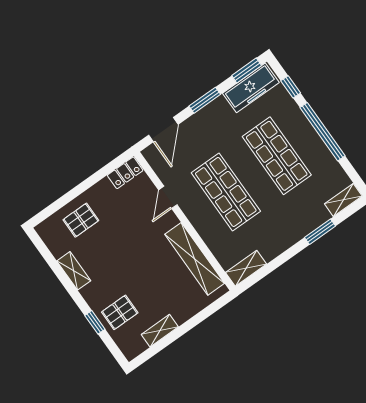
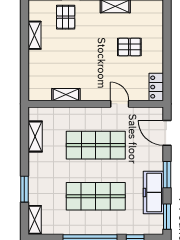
freezer: (251, 88) -> (153, 192), moved
pallet: (81, 220) -> (129, 47), moved, turned 90
shelving: (195, 259) -> (66, 95), width x0.45, depth x0.75
shelving: (246, 268) -> (35, 137), moved

